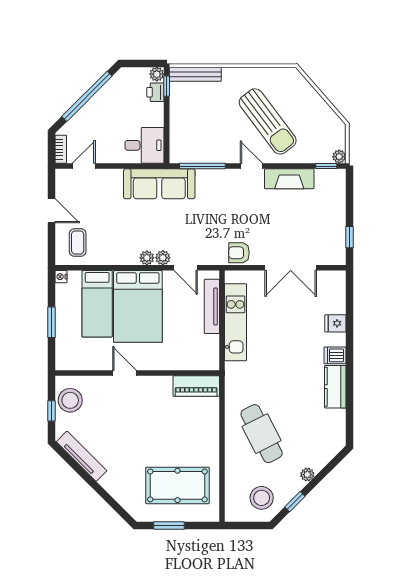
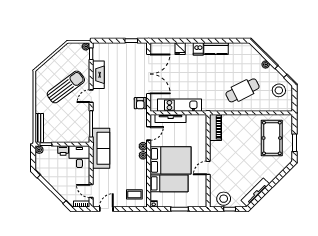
printer: (155, 92) -> (63, 150), moved
door: (52, 211) -> (106, 209), moved
double door: (291, 268) -> (149, 74), width x1.36

